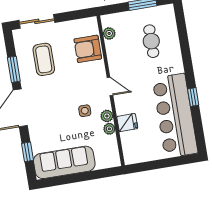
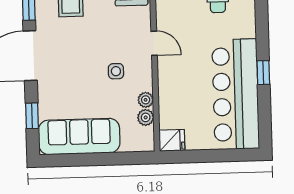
plant: (107, 116) -> (146, 117), moved
fridge: (127, 122) -> (172, 140), moved

